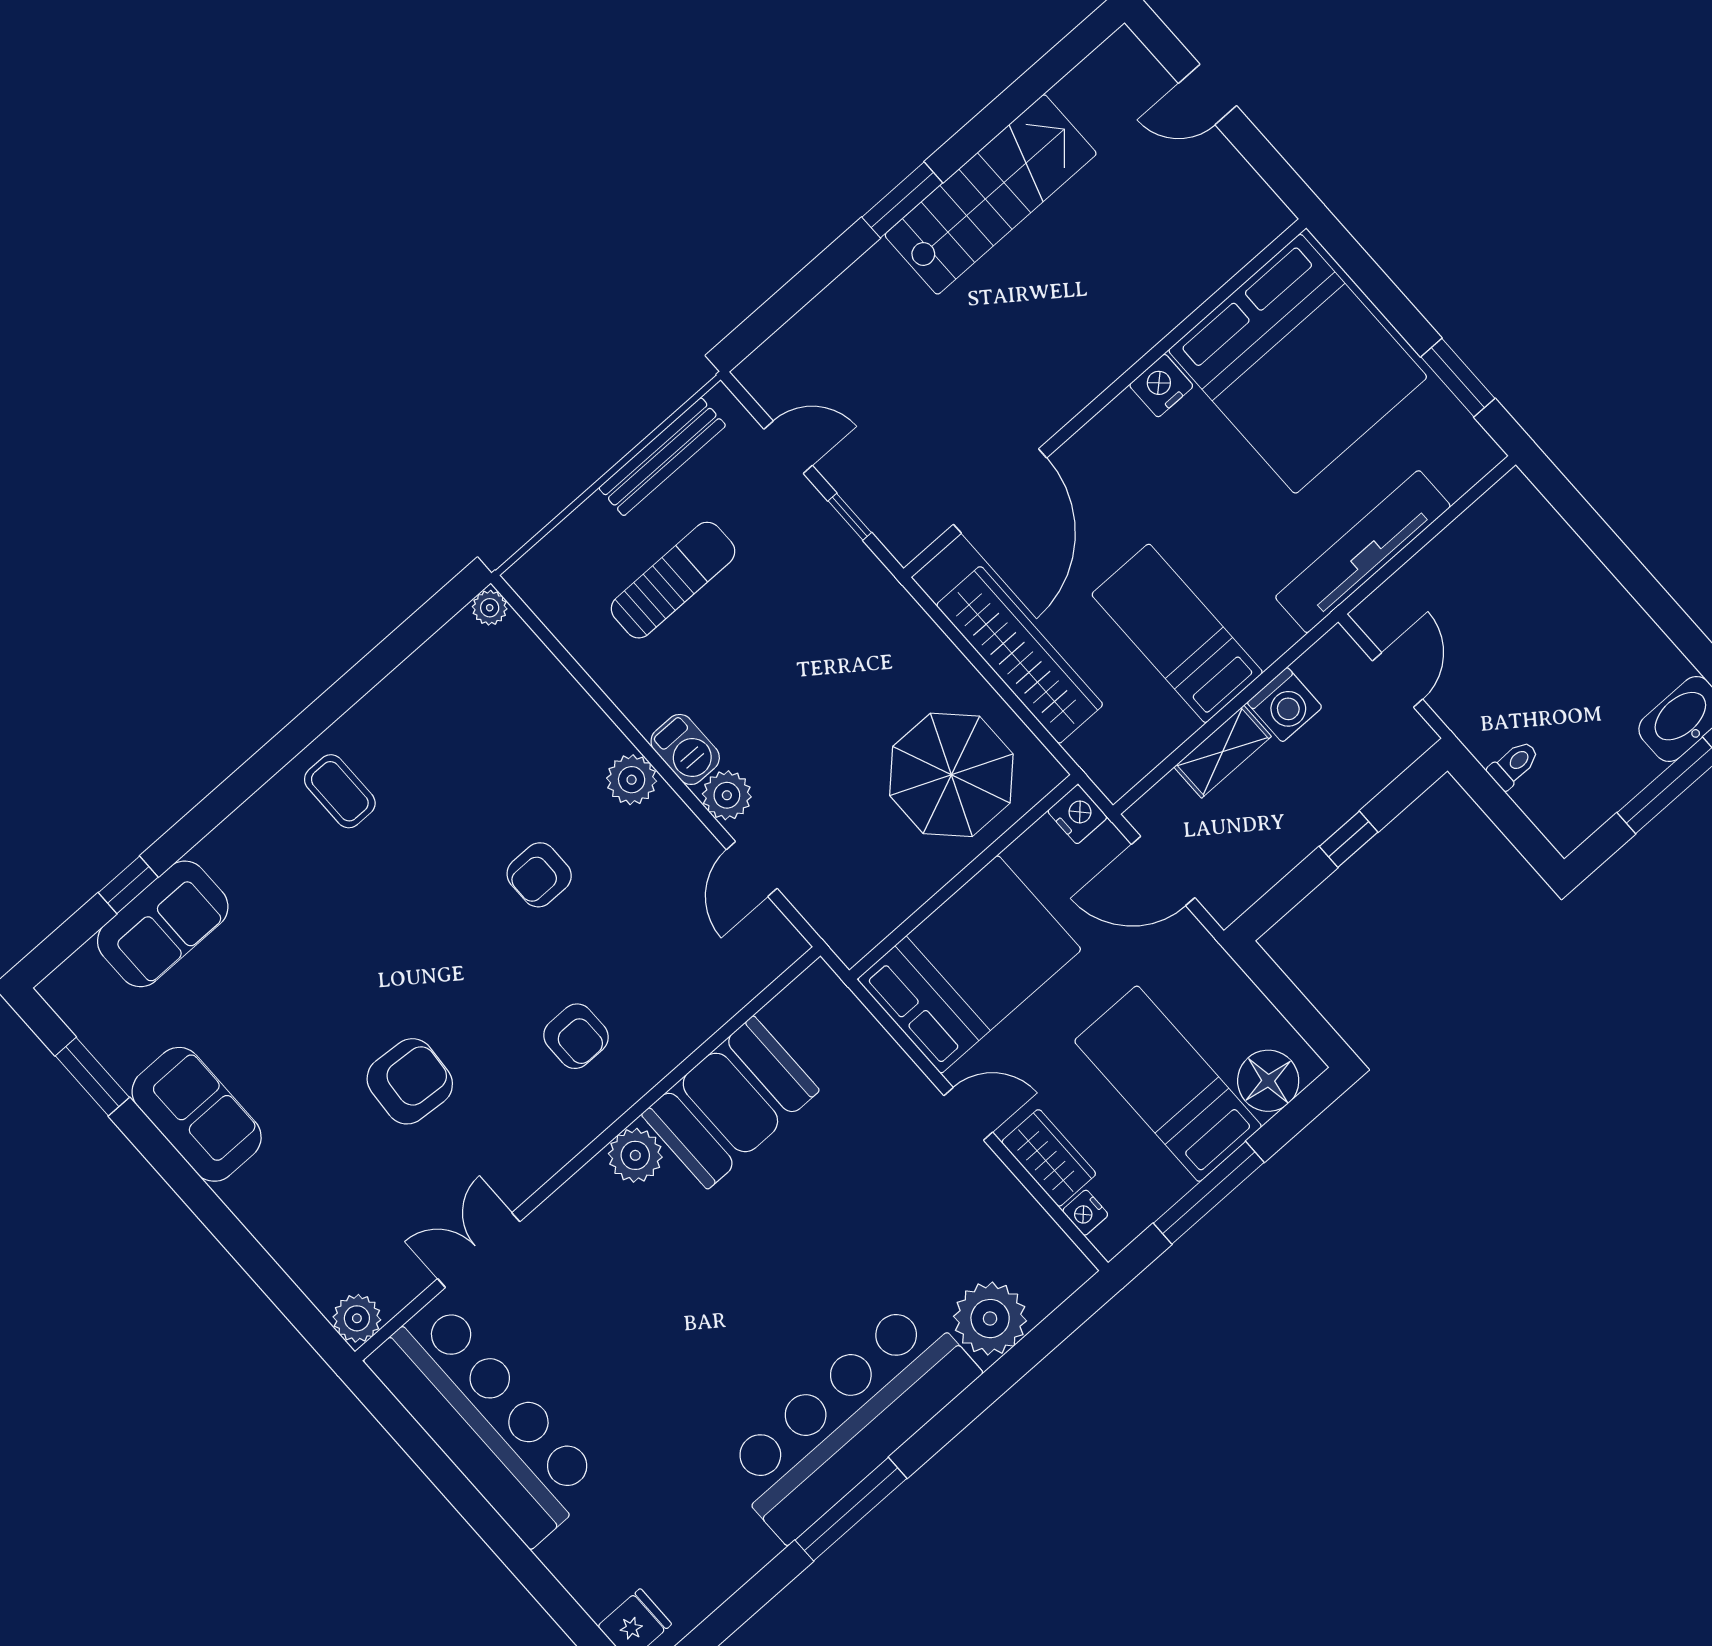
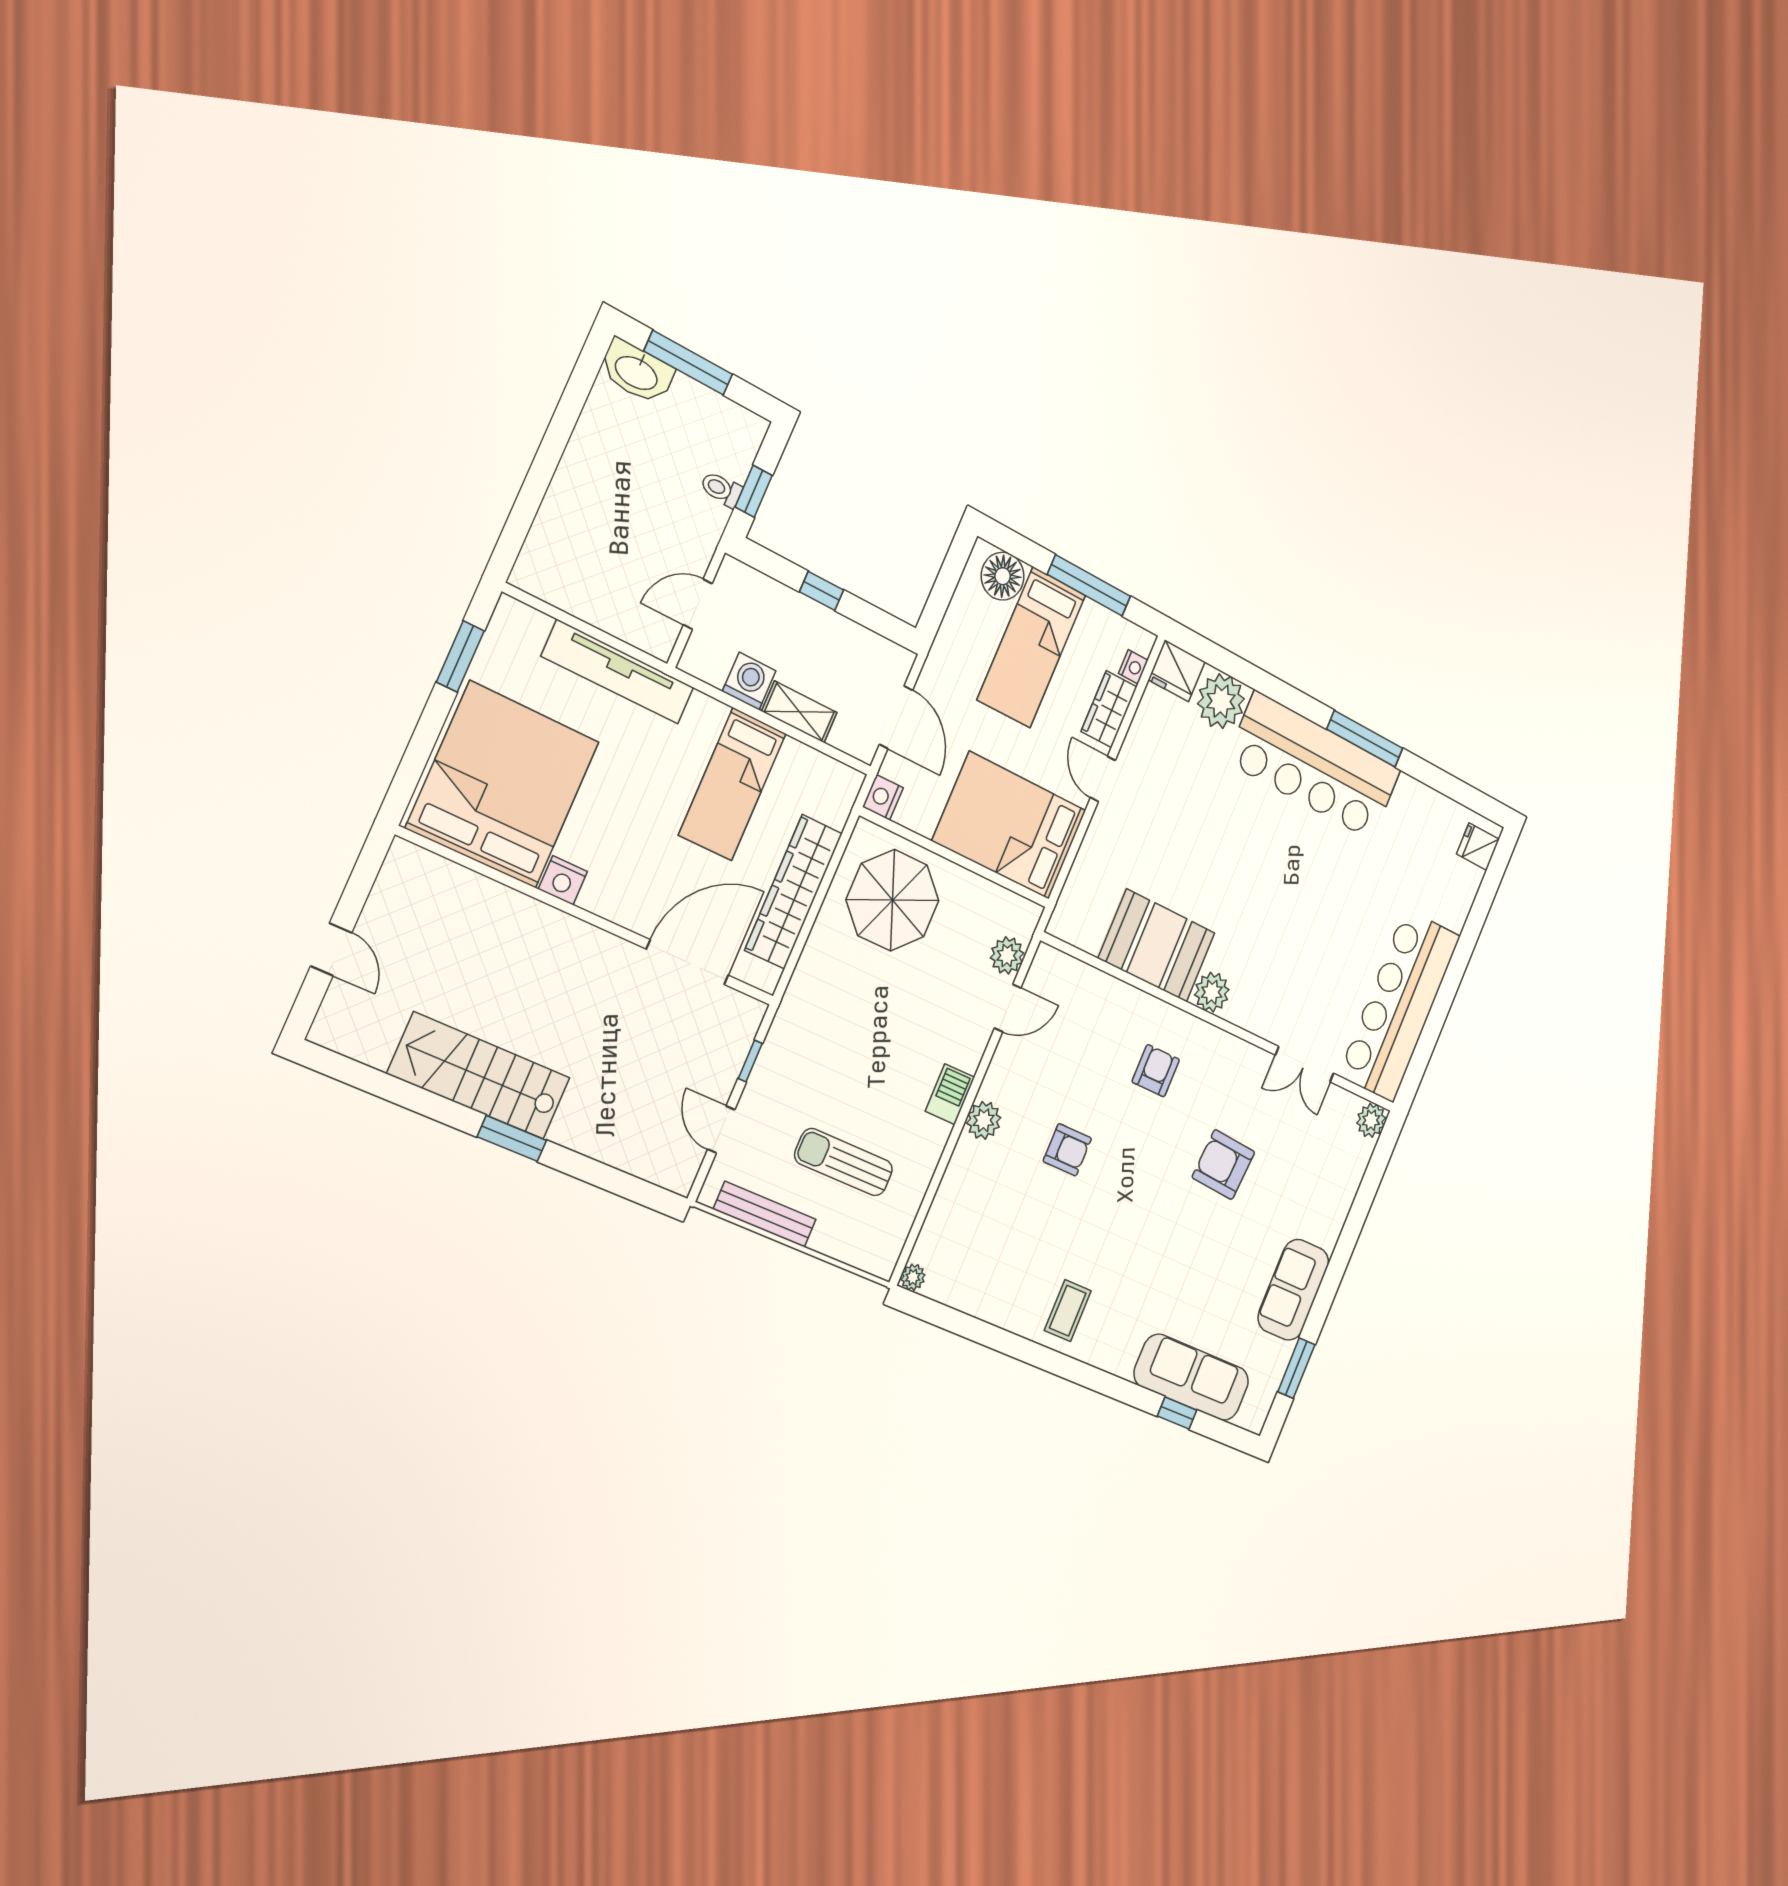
plant: (727, 795) -> (1007, 955), moved
window: (1496, 803) -> (754, 491), added
sofa: (163, 924) -> (1192, 1377), width x1.36
fridge: (1054, 1271) -> (1177, 671), added

